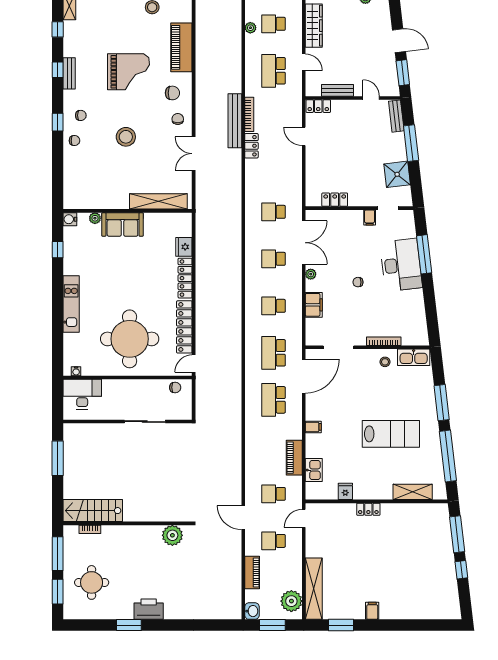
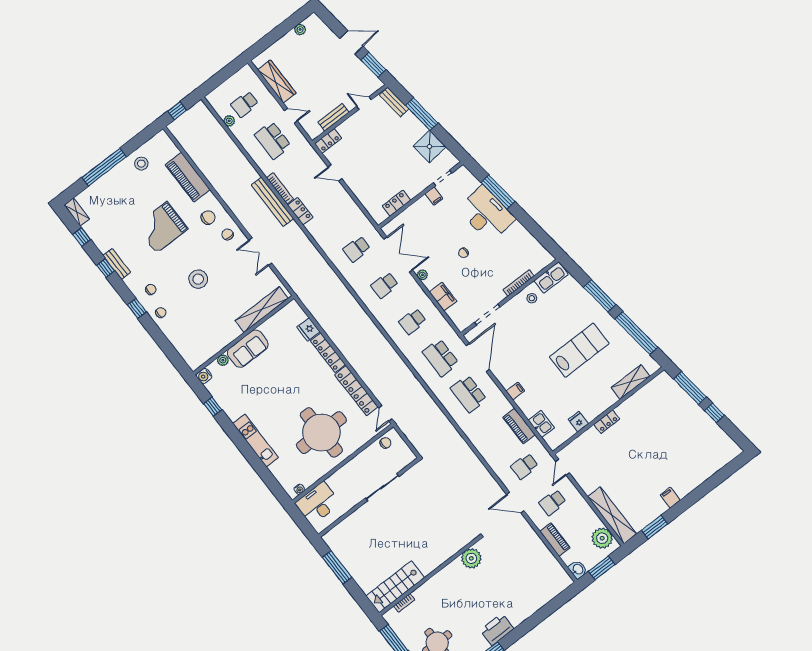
grand piano: (129, 72) -> (162, 227), turned 180

